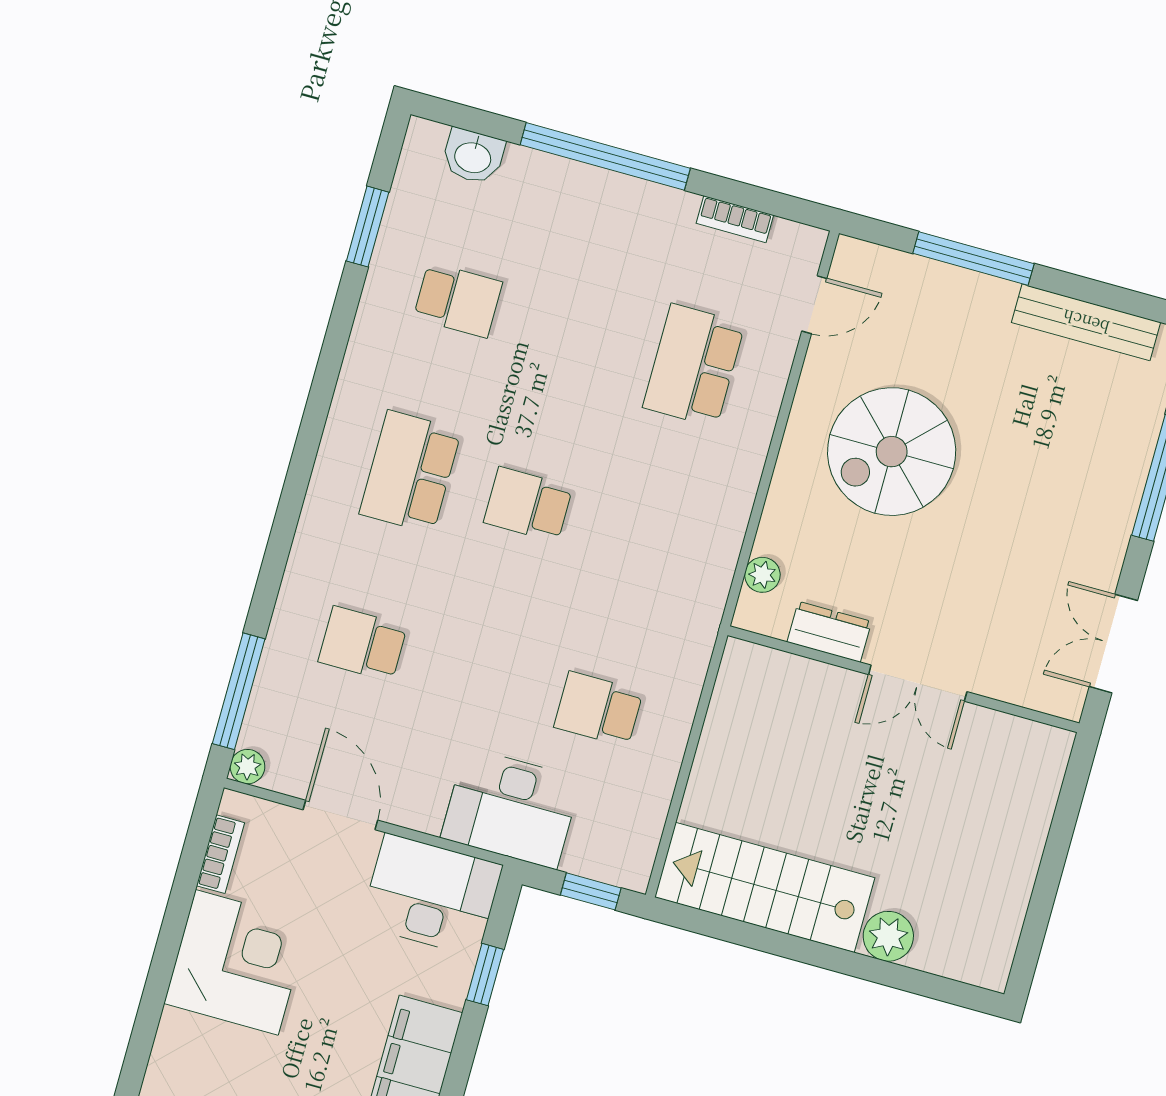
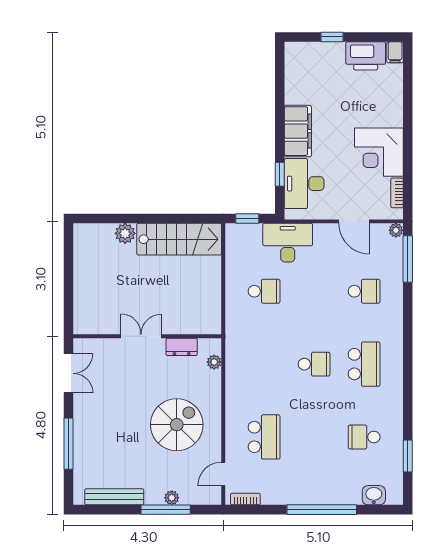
bookcase: (735, 219) -> (245, 499), moved
plant: (951, 283) -> (172, 498), added
desk: (431, 895) -> (304, 184), moved, turned 90

